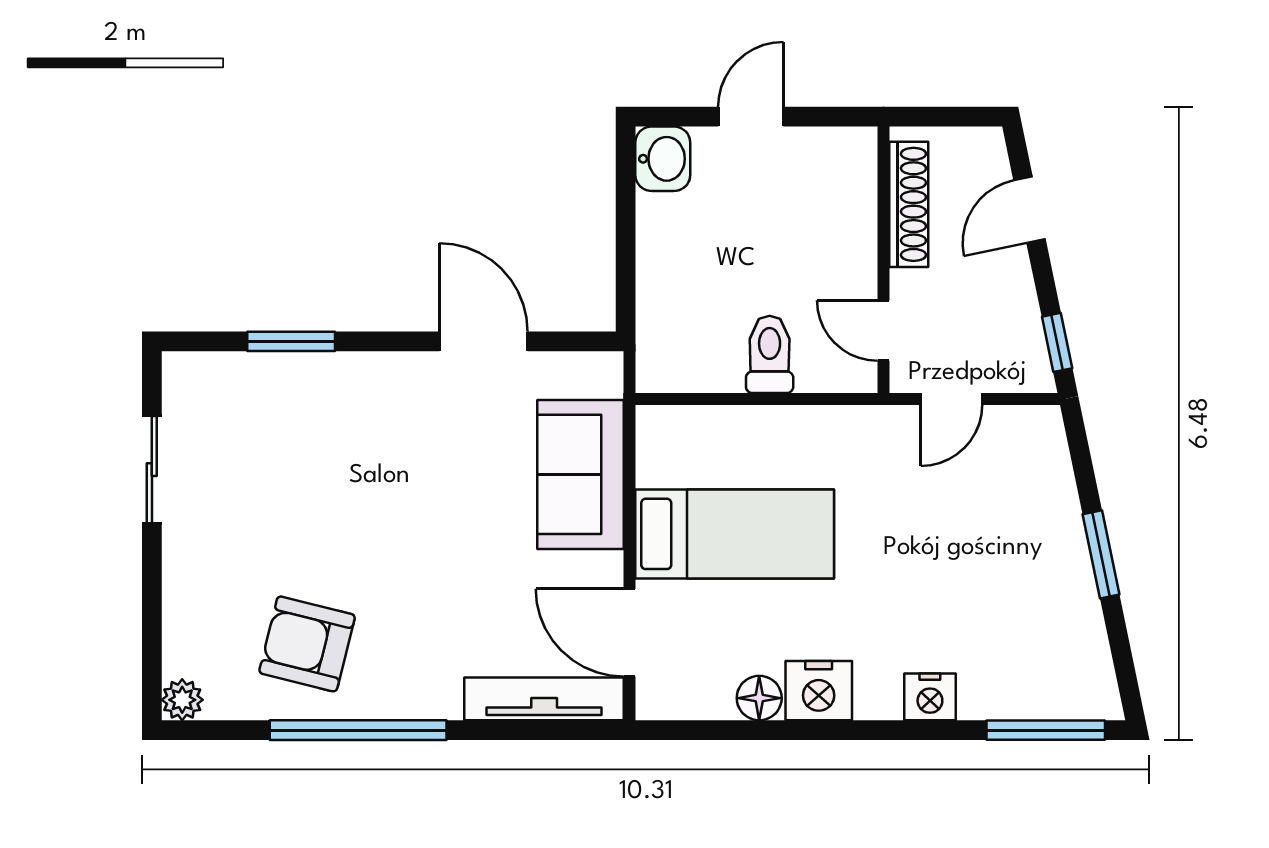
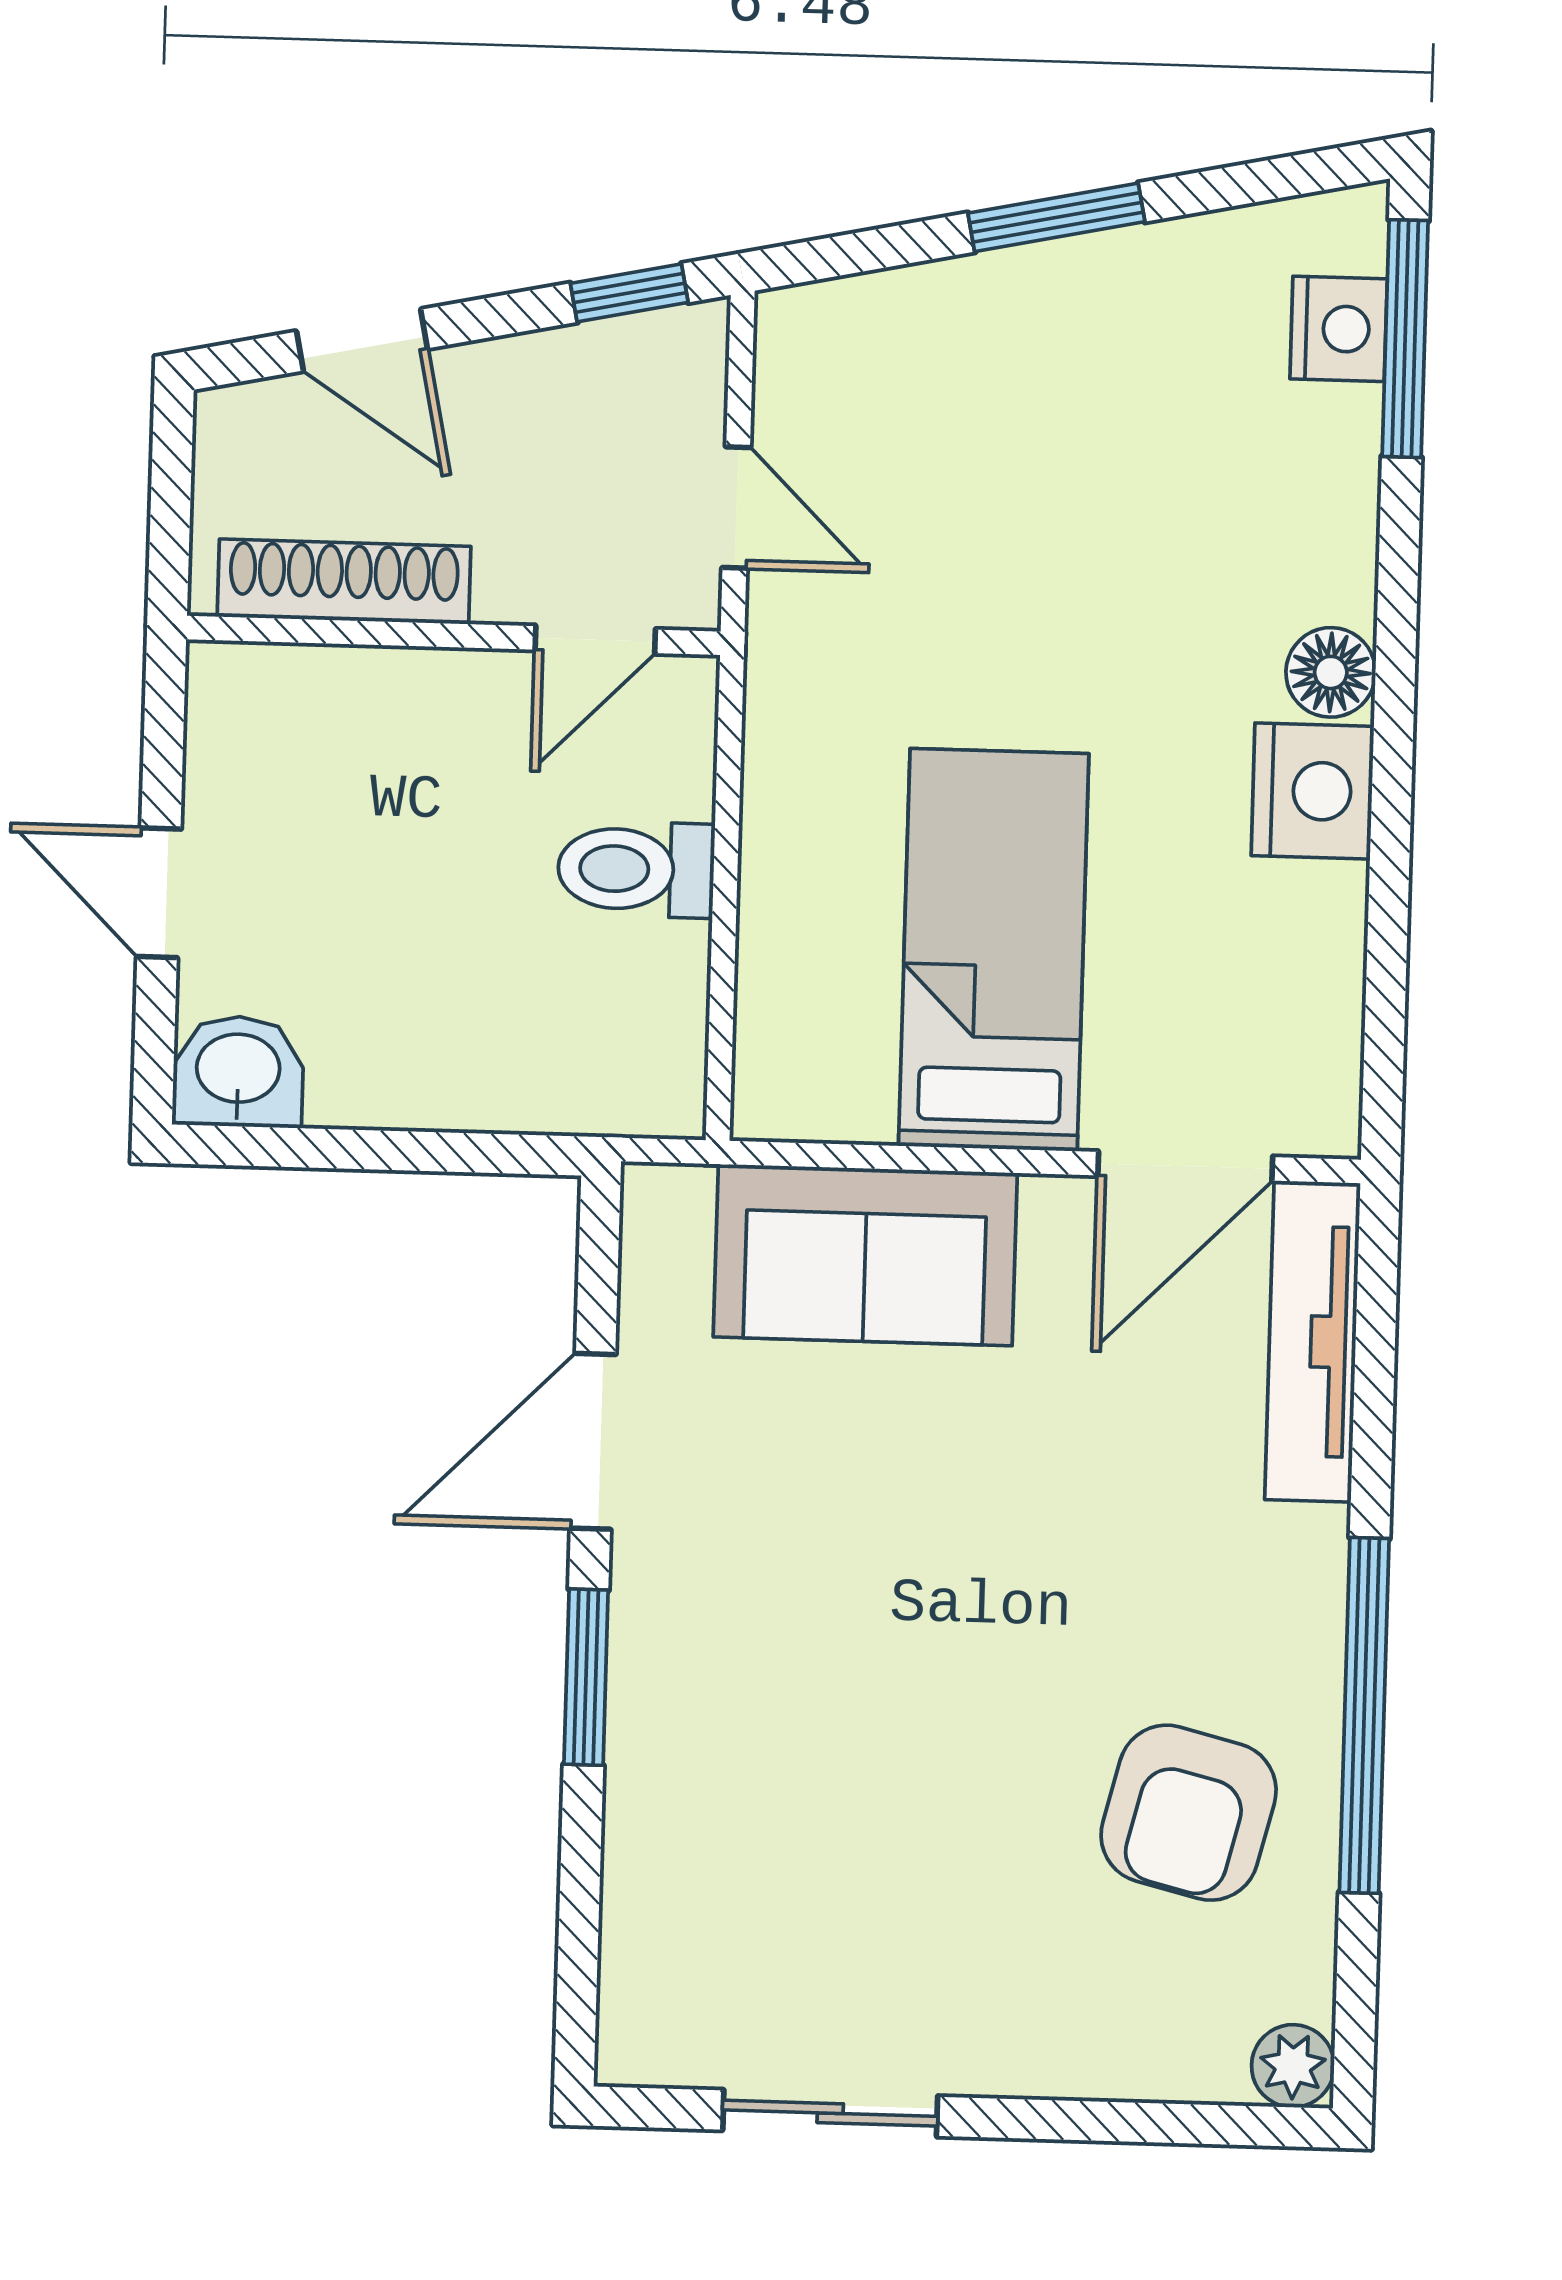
window: (291, 341) -> (586, 1677), moved
nightstand: (930, 697) -> (1339, 329), moved
floor lamp: (759, 698) -> (1331, 672), moved

